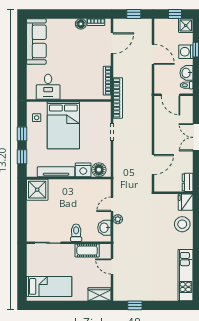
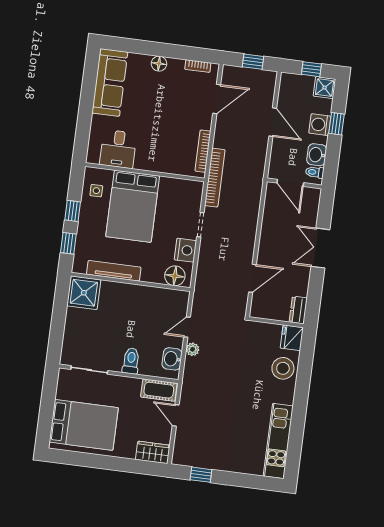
floor lamp: (81, 24) -> (159, 64), moved
nightstand: (83, 170) -> (185, 250), moved, turned -90
cot: (87, 251) -> (159, 390), moved
bed: (49, 286) -> (84, 425), width x1.50

